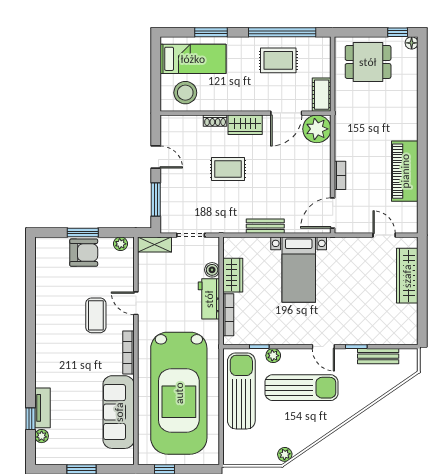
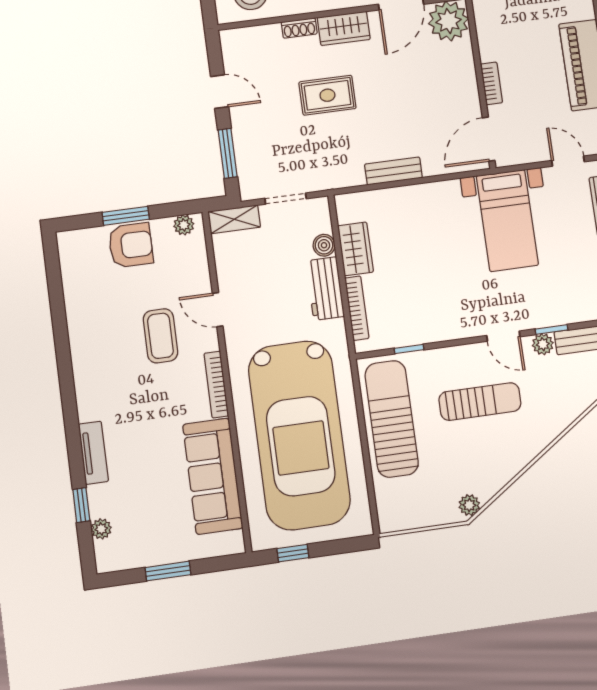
bed with nightstands: (299, 270) -> (507, 220), moved
plant: (273, 356) -> (543, 344), moved
sun lounger: (302, 388) -> (480, 402), width x0.73, depth x0.75
tv unit: (42, 408) -> (93, 453), moved

